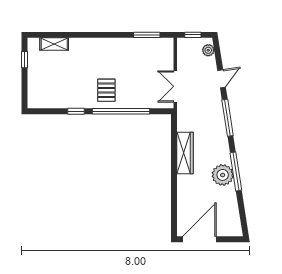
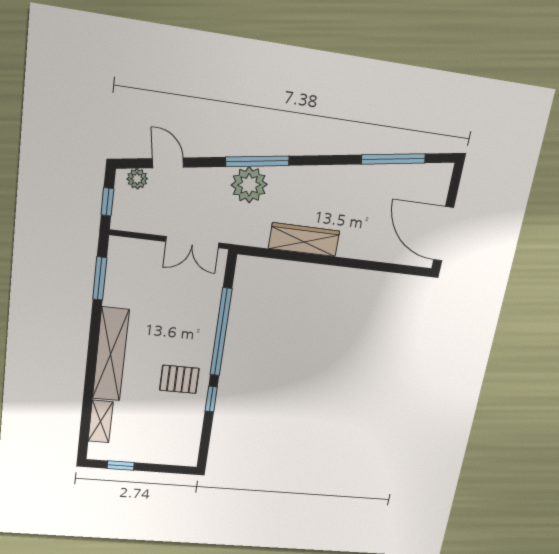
shelving: (100, 46) -> (111, 354), added
door: (222, 79) -> (168, 163), moved
pallet: (106, 90) -> (179, 379), moved
window: (236, 172) -> (393, 159), moved
plant: (223, 175) -> (249, 185), moved

